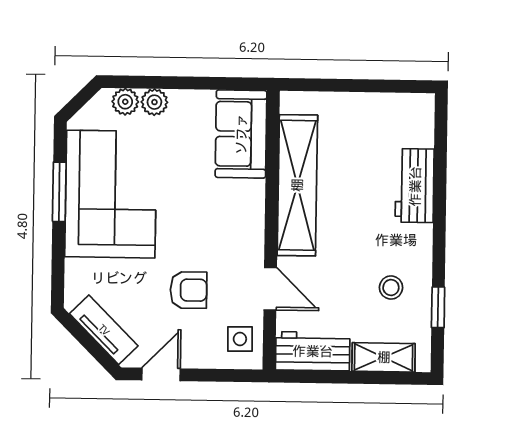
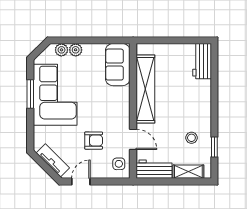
workbench: (415, 186) -> (202, 61), moved

